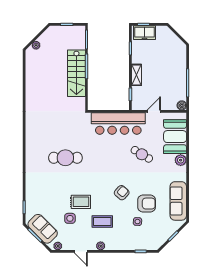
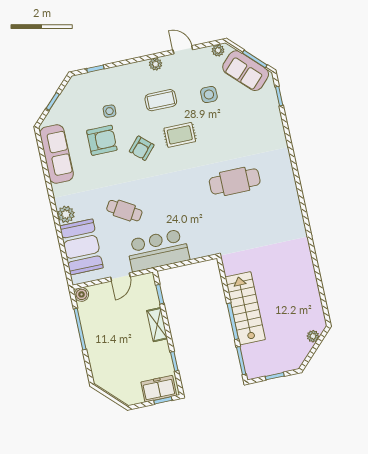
bar counter: (118, 123) -> (158, 250), width x0.73
rug: (81, 202) -> (180, 135), moved
armchair: (147, 204) -> (102, 140), turned 180

